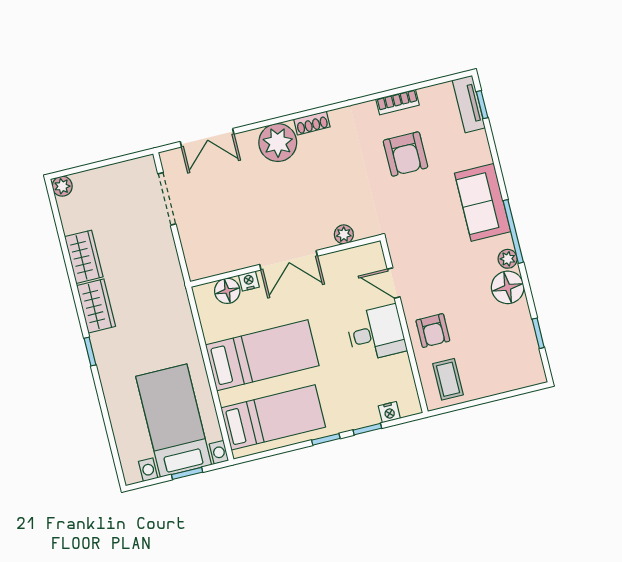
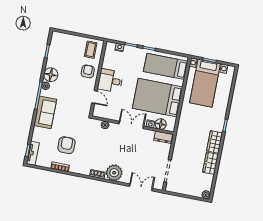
dresser: (209, 266) -> (163, 137), added
bed: (262, 355) -> (158, 98), width x1.50

